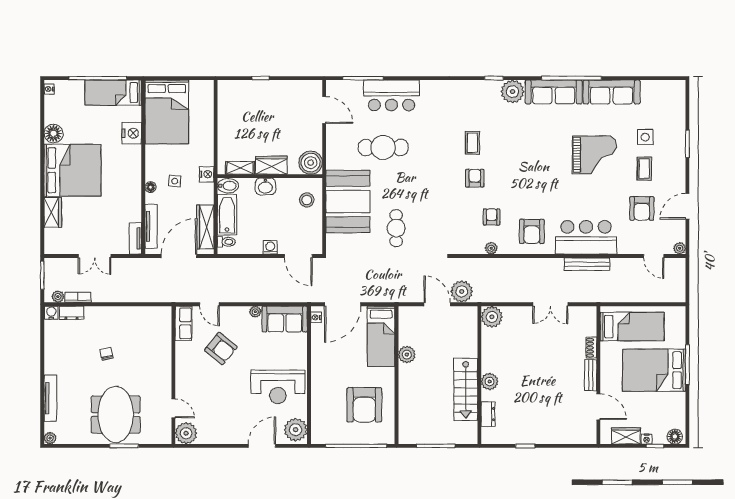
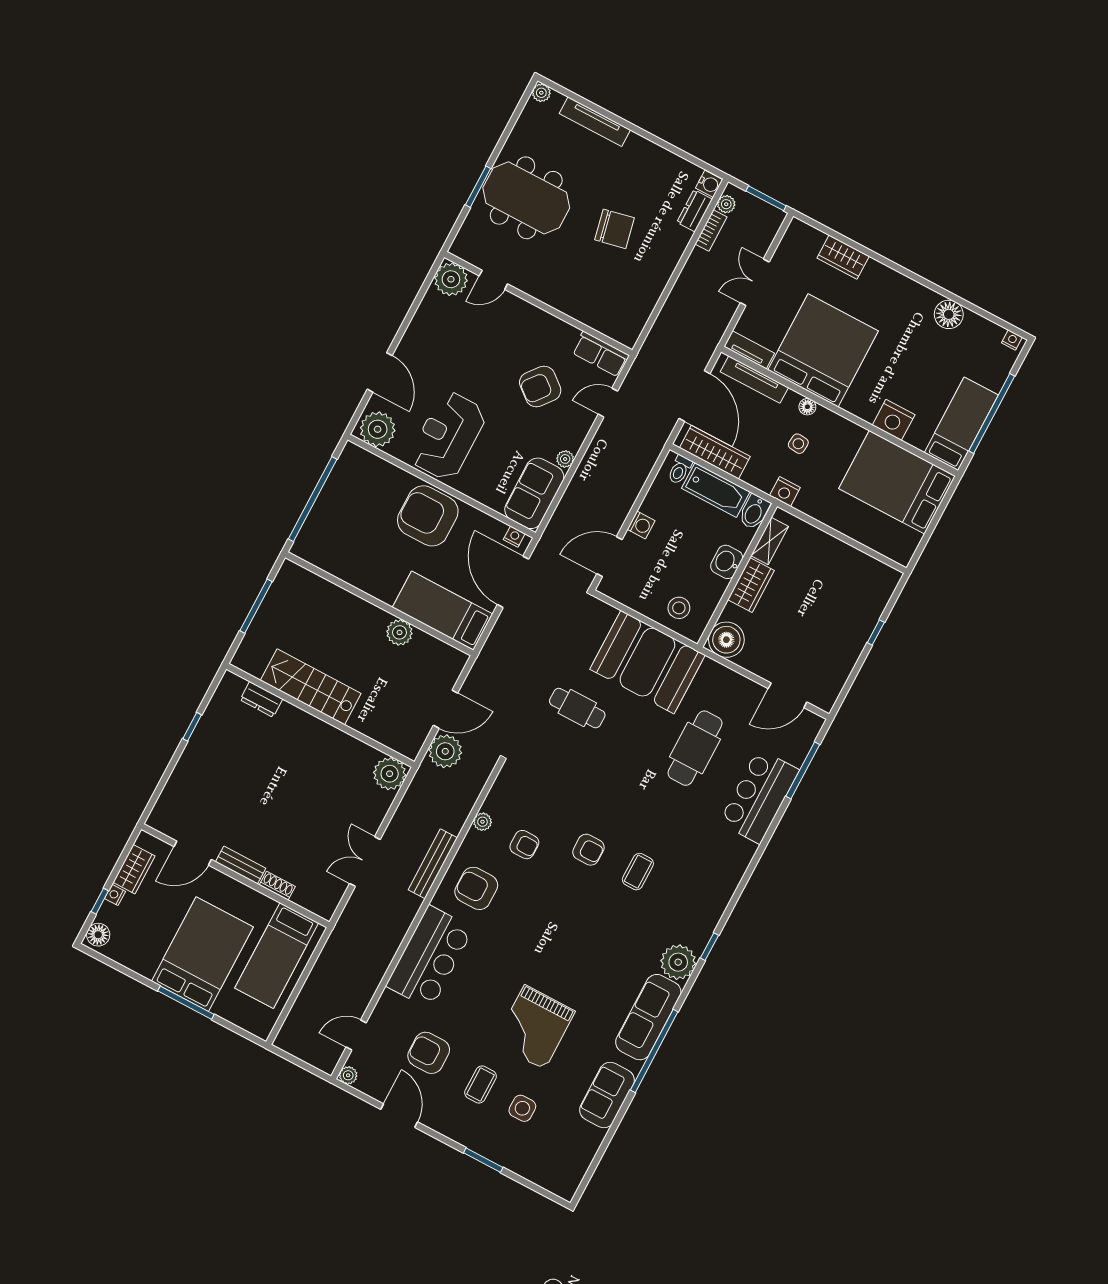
sofa: (612, 92) -> (607, 1095), width x0.73
coffee table: (472, 143) -> (638, 872), turned 90
coffee table: (644, 169) -> (481, 1084), turned 90
bed: (72, 170) -> (823, 350), moved, turned 180
bench: (587, 264) -> (433, 864), moved
chair: (107, 354) -> (615, 229), width x1.87, depth x1.87
plant: (490, 381) -> (304, 725), removed
armchair: (364, 405) -> (428, 516), moved

